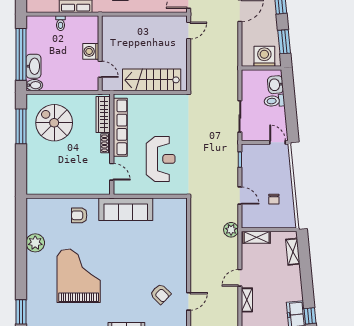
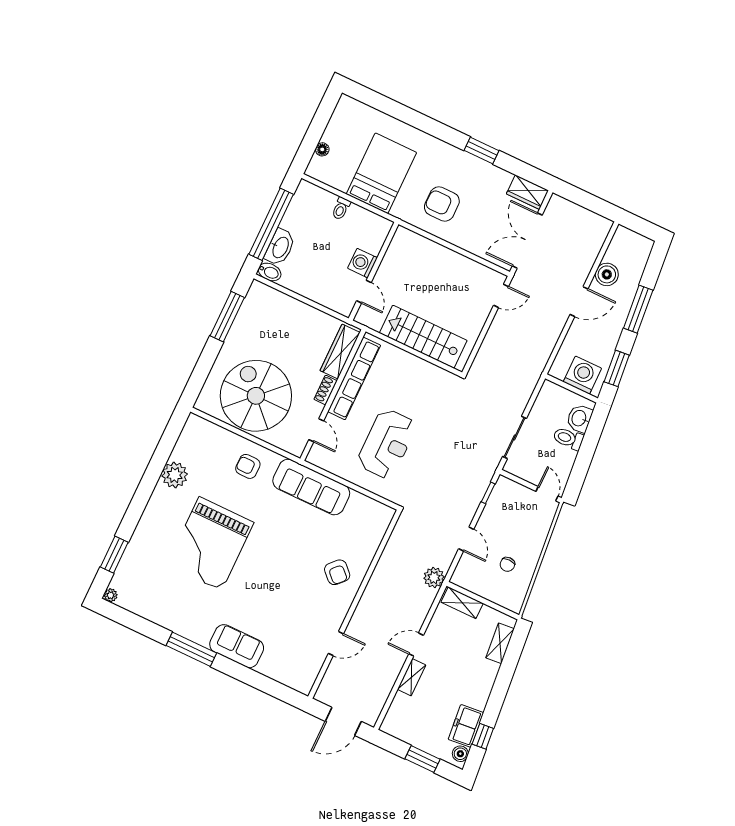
spiral stairs: (54, 123) -> (256, 396), moved, width x1.37, depth x1.37
grand piano: (79, 276) -> (210, 544), turned 180
armchair: (161, 294) -> (337, 572), moved

